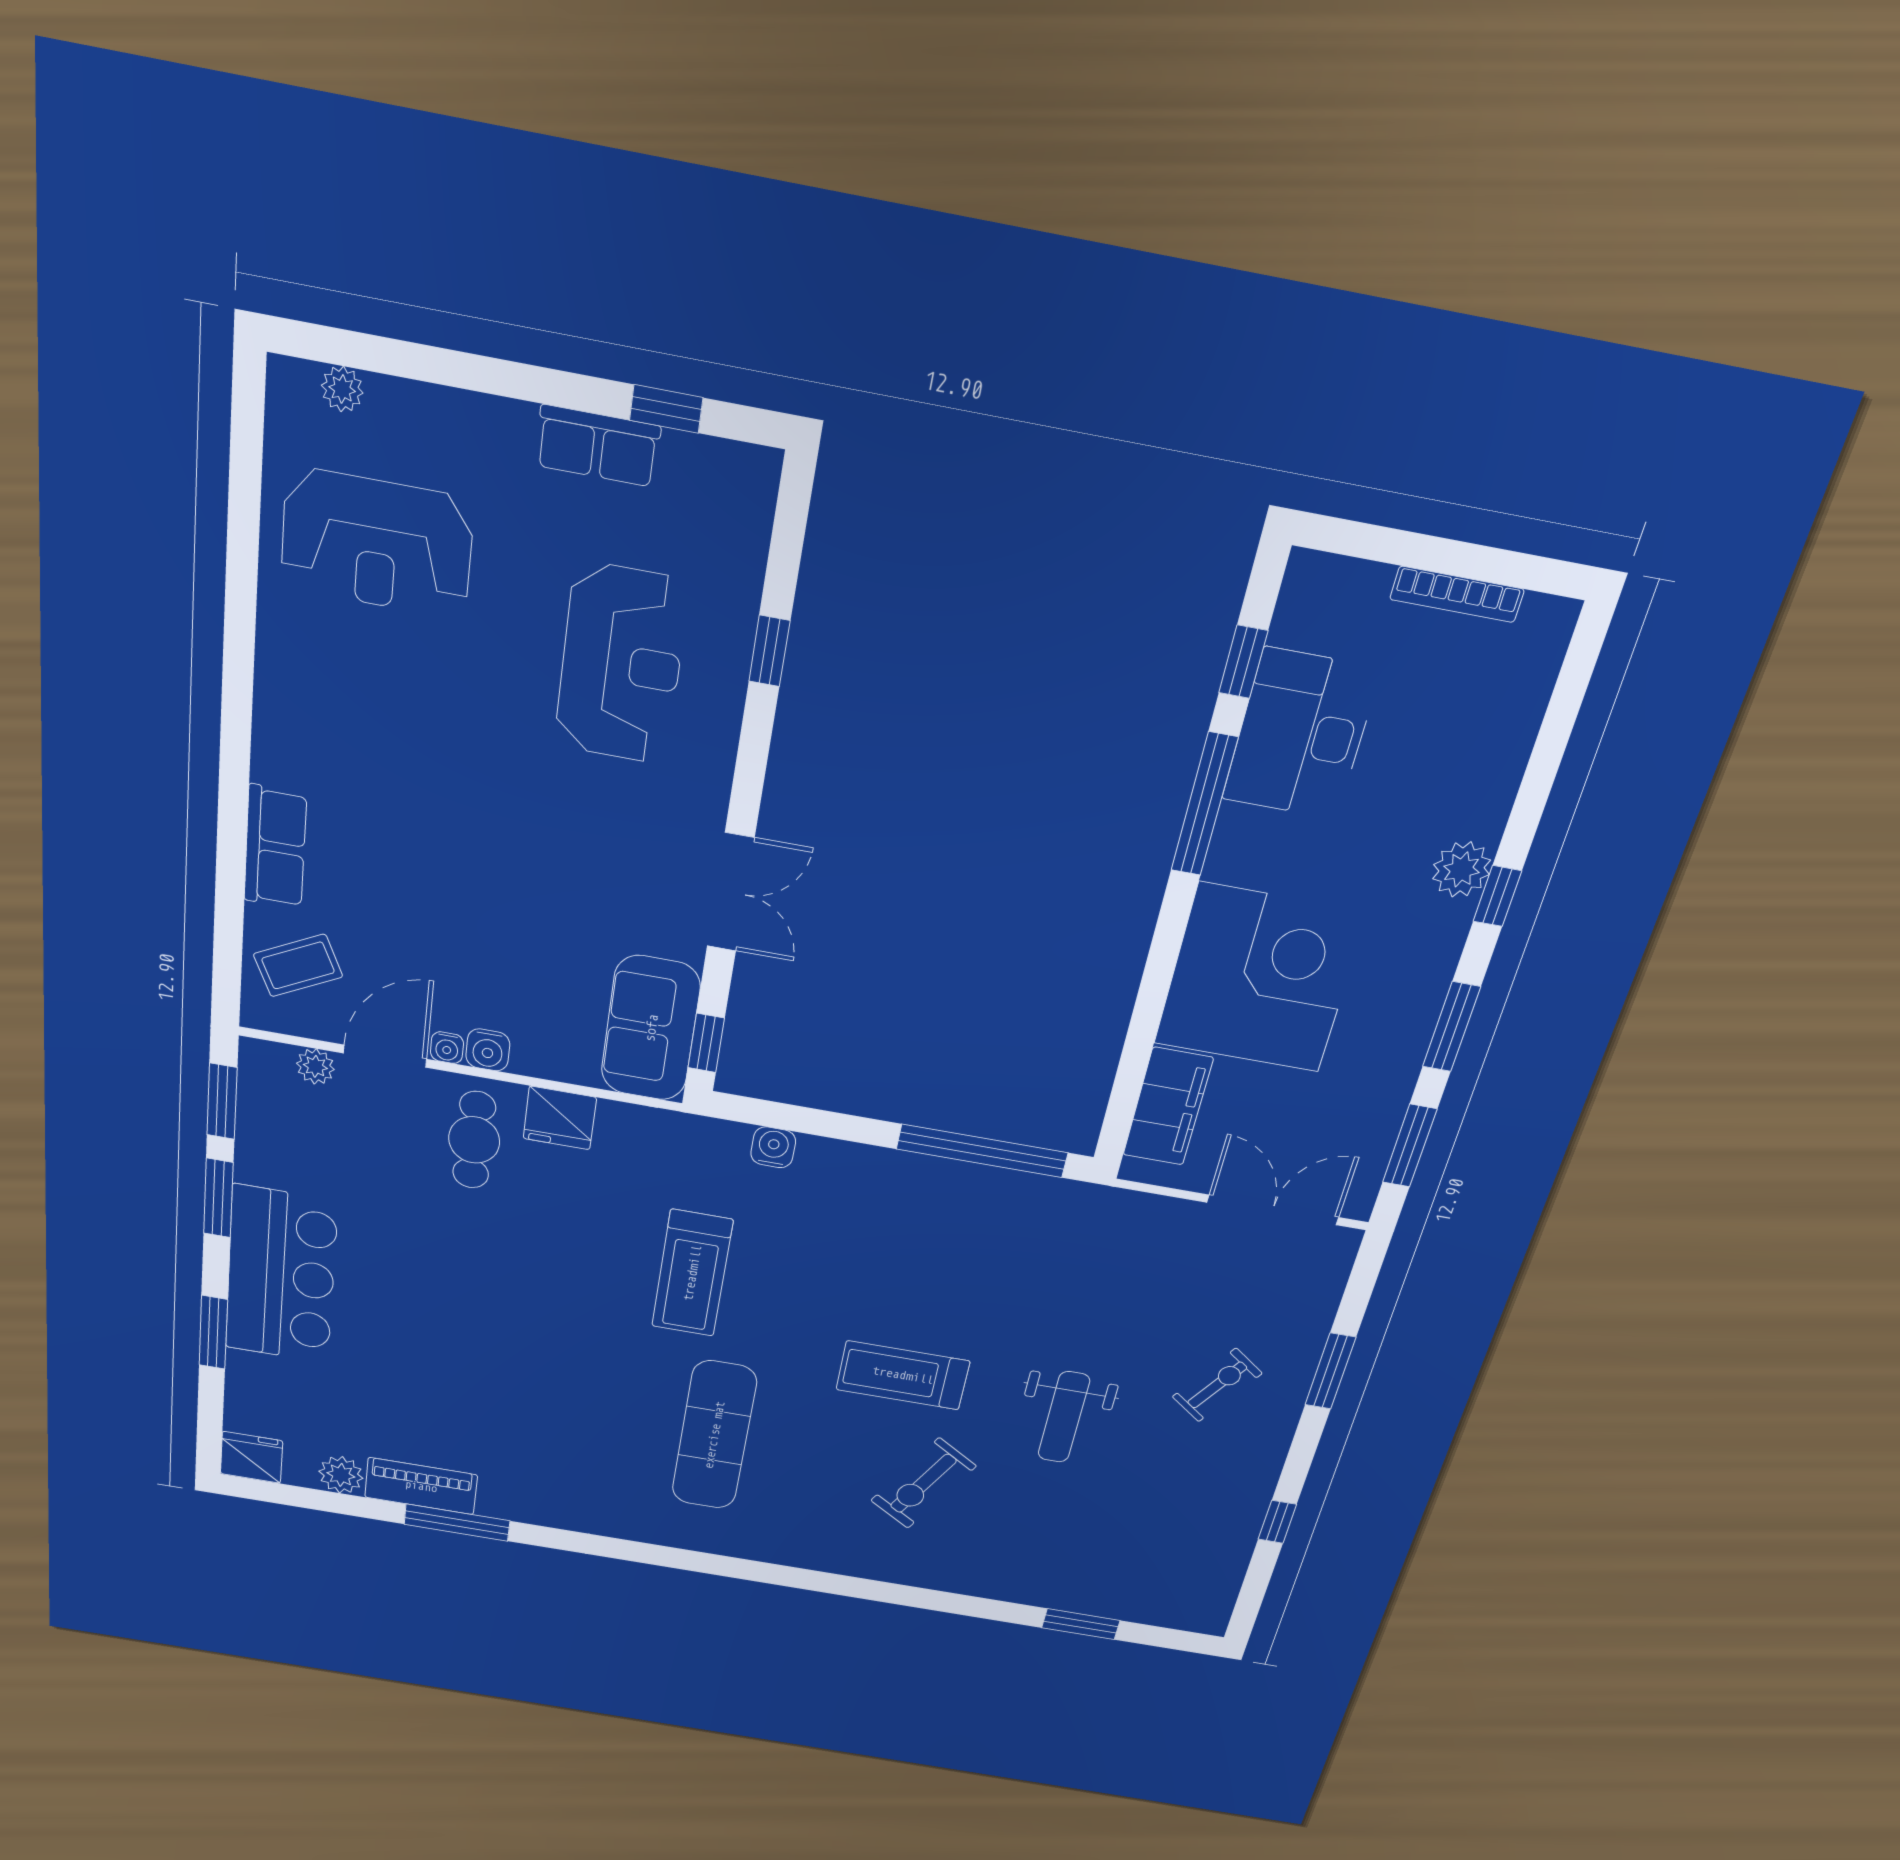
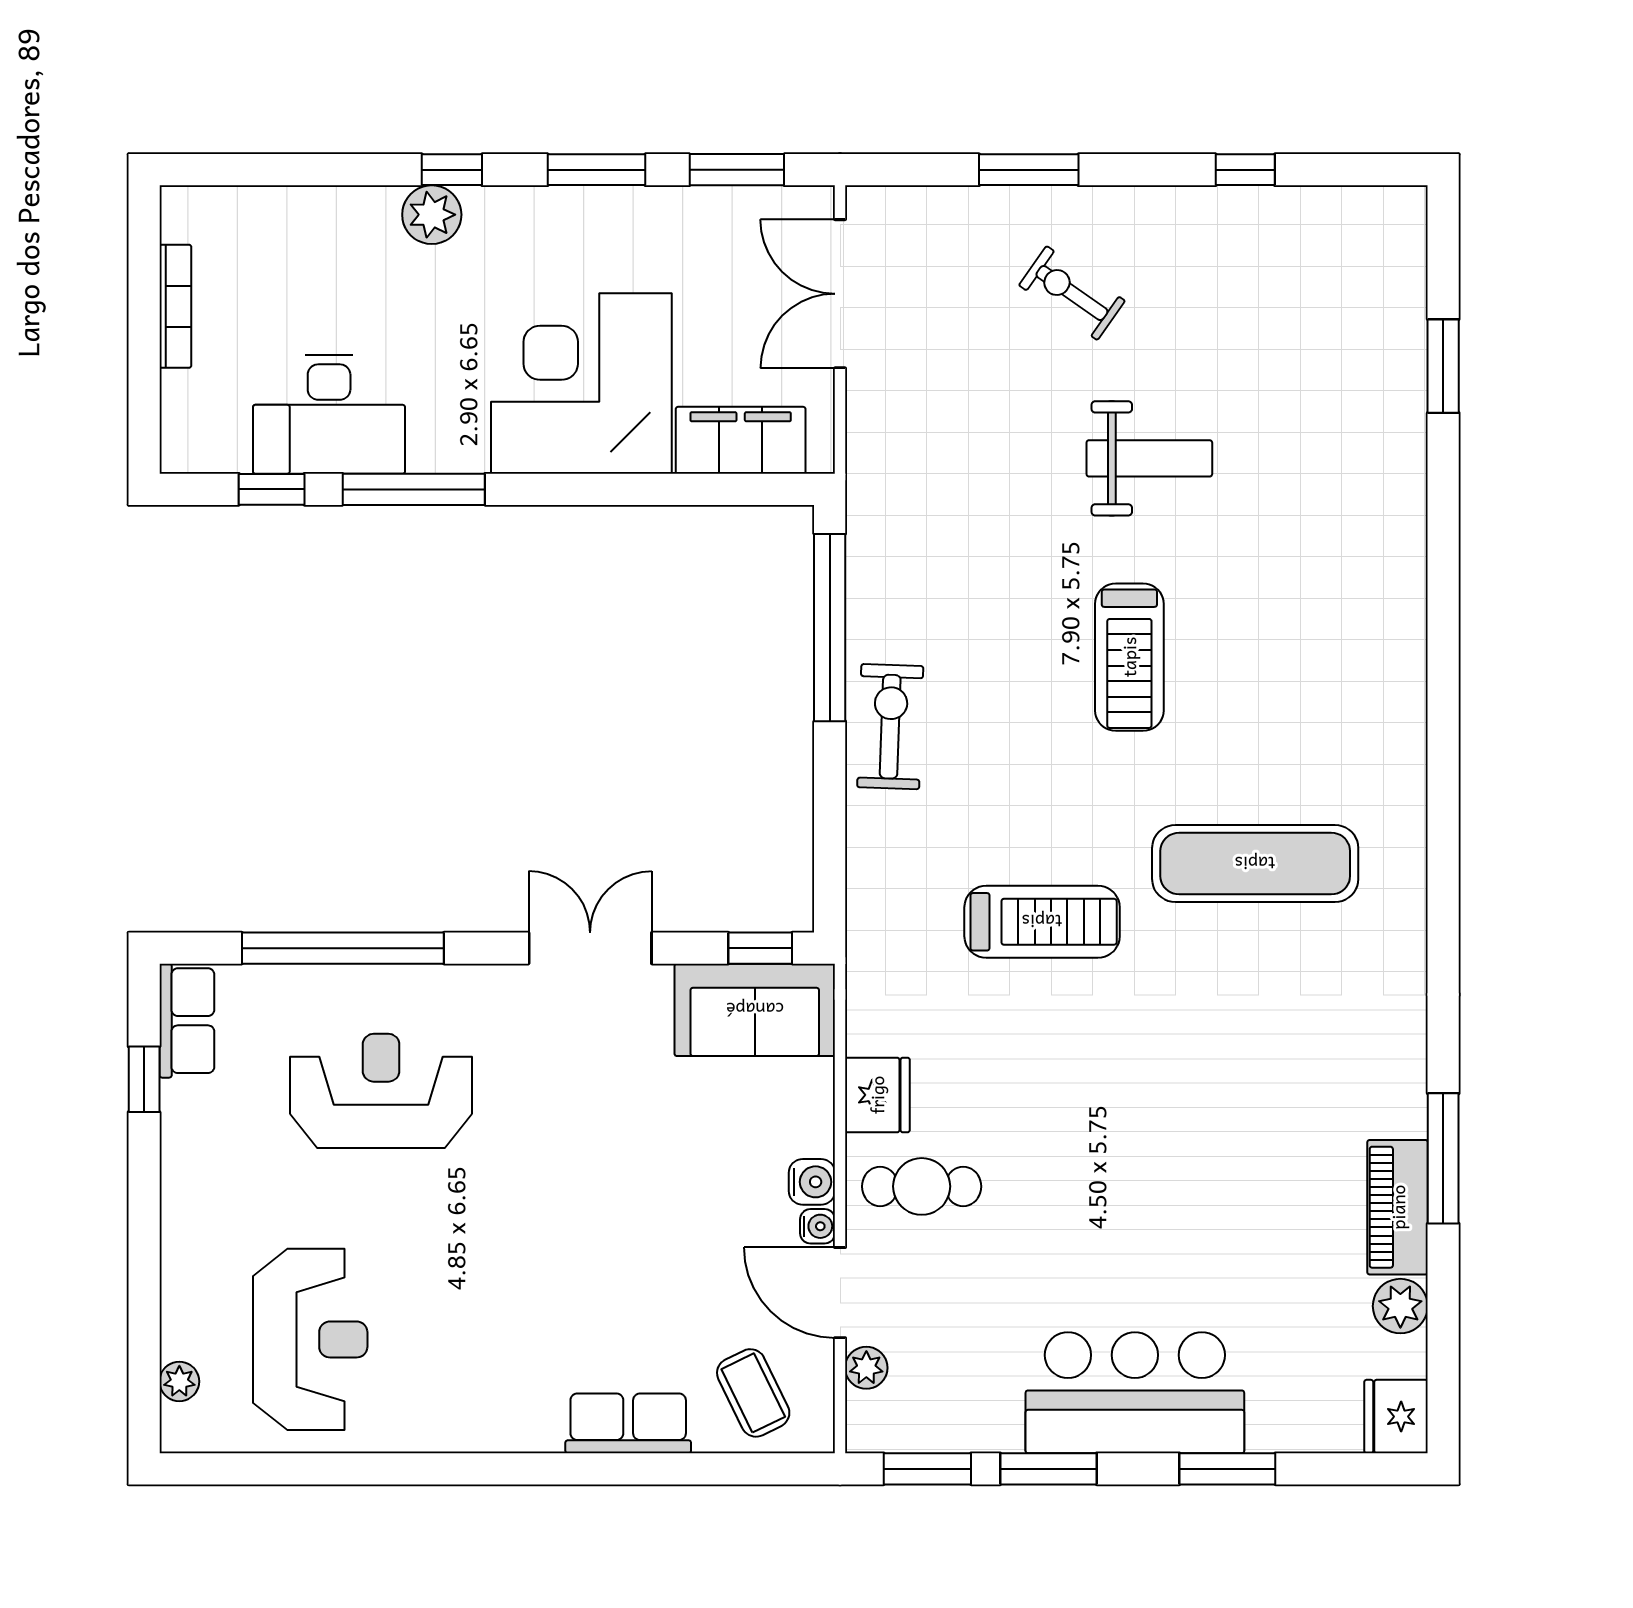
row of seats: (598, 446) -> (187, 1021), moved
window: (769, 651) -> (343, 948), width x3.17
water cooler: (773, 1147) -> (868, 856), removed
exercise bike: (923, 1483) -> (890, 727), moved, turned -119

